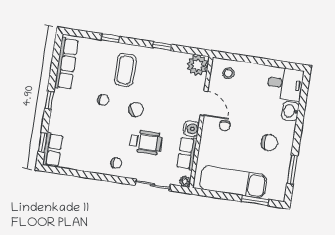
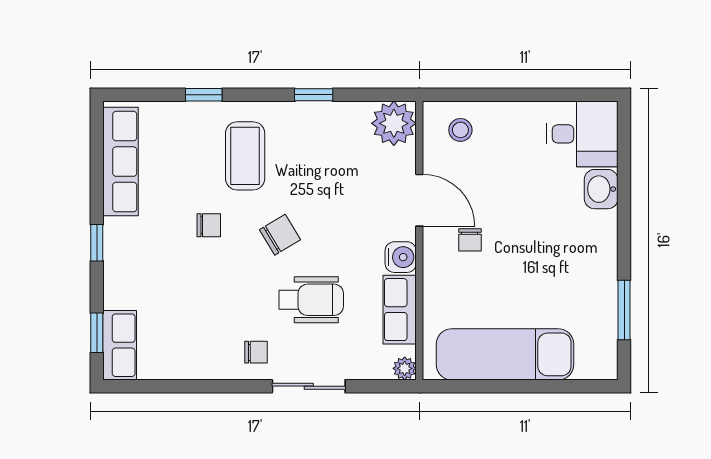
chair: (269, 143) -> (568, 261), removed
sliding door: (153, 185) -> (309, 386), moved
window: (255, 201) -> (557, 386), removed

